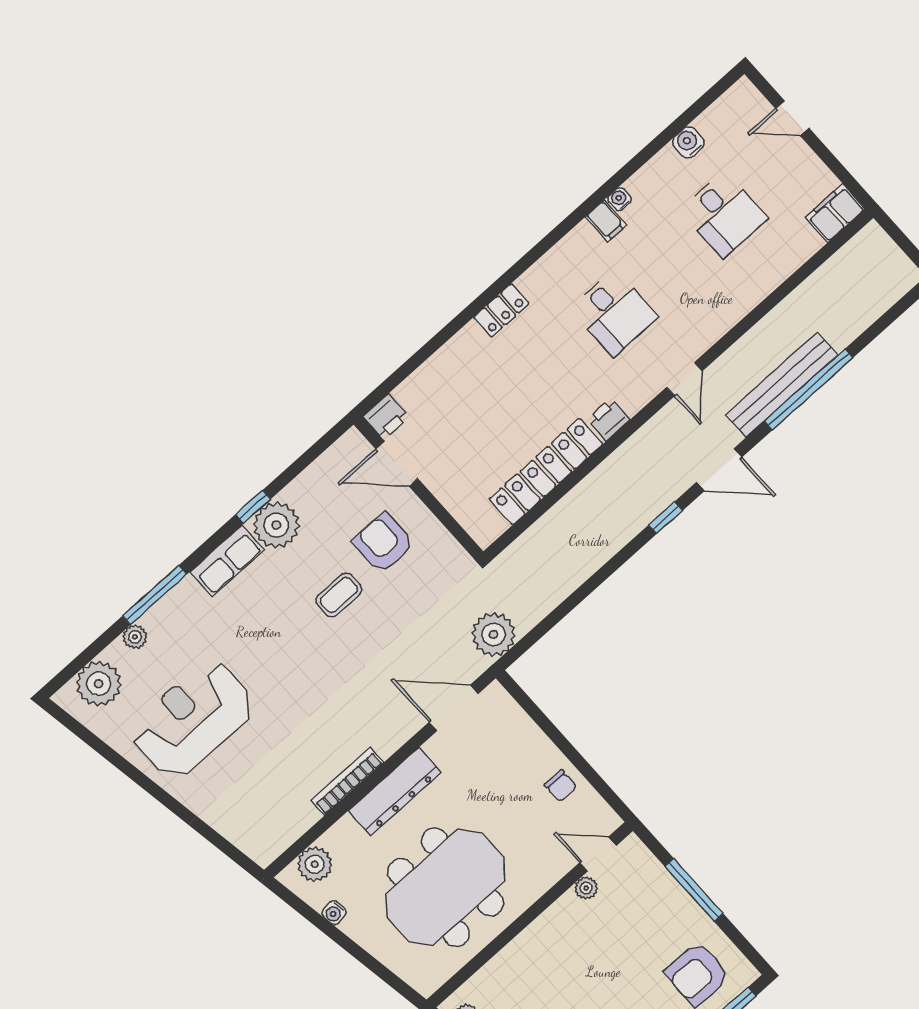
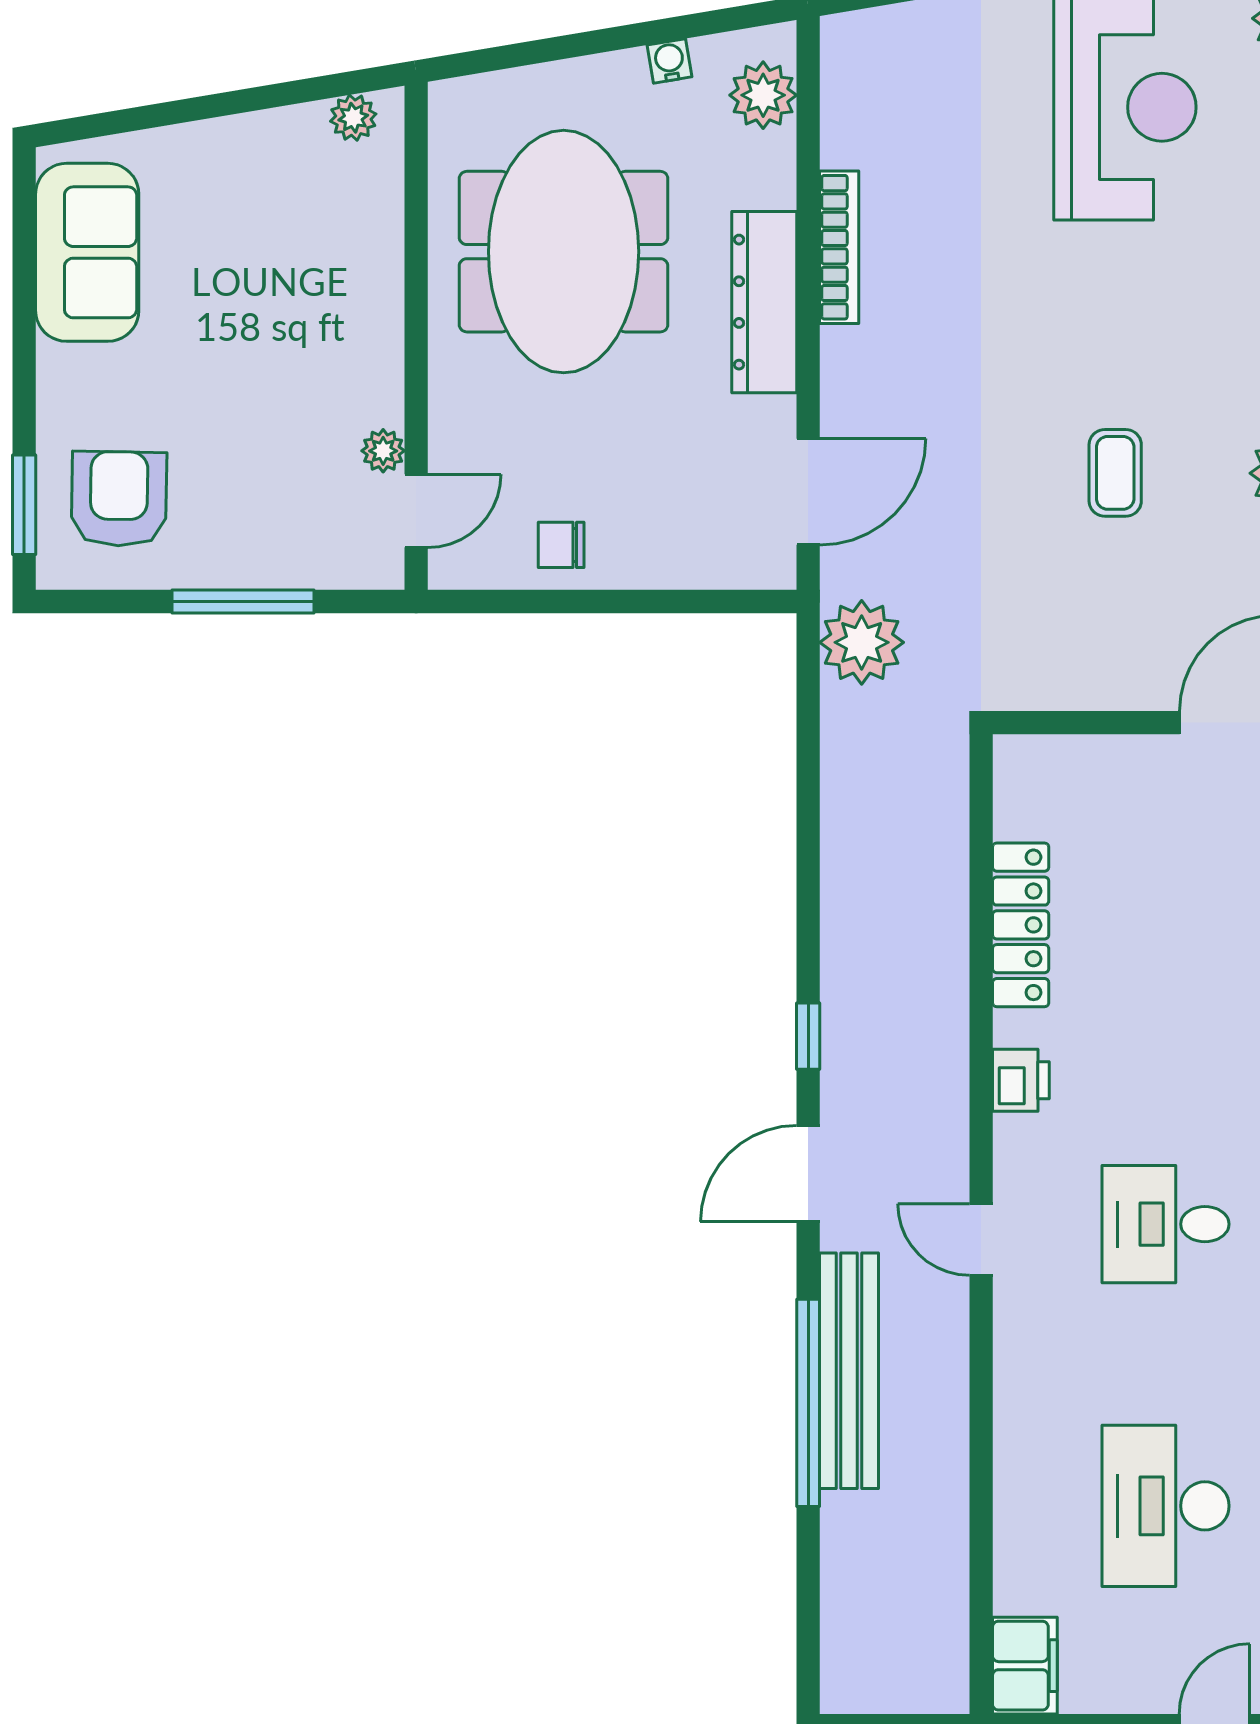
desk: (724, 214) -> (1166, 1506), width x1.37
locker: (546, 472) -> (1021, 925), width x0.71, depth x0.83
armchair: (383, 543) -> (1132, 603), removed

